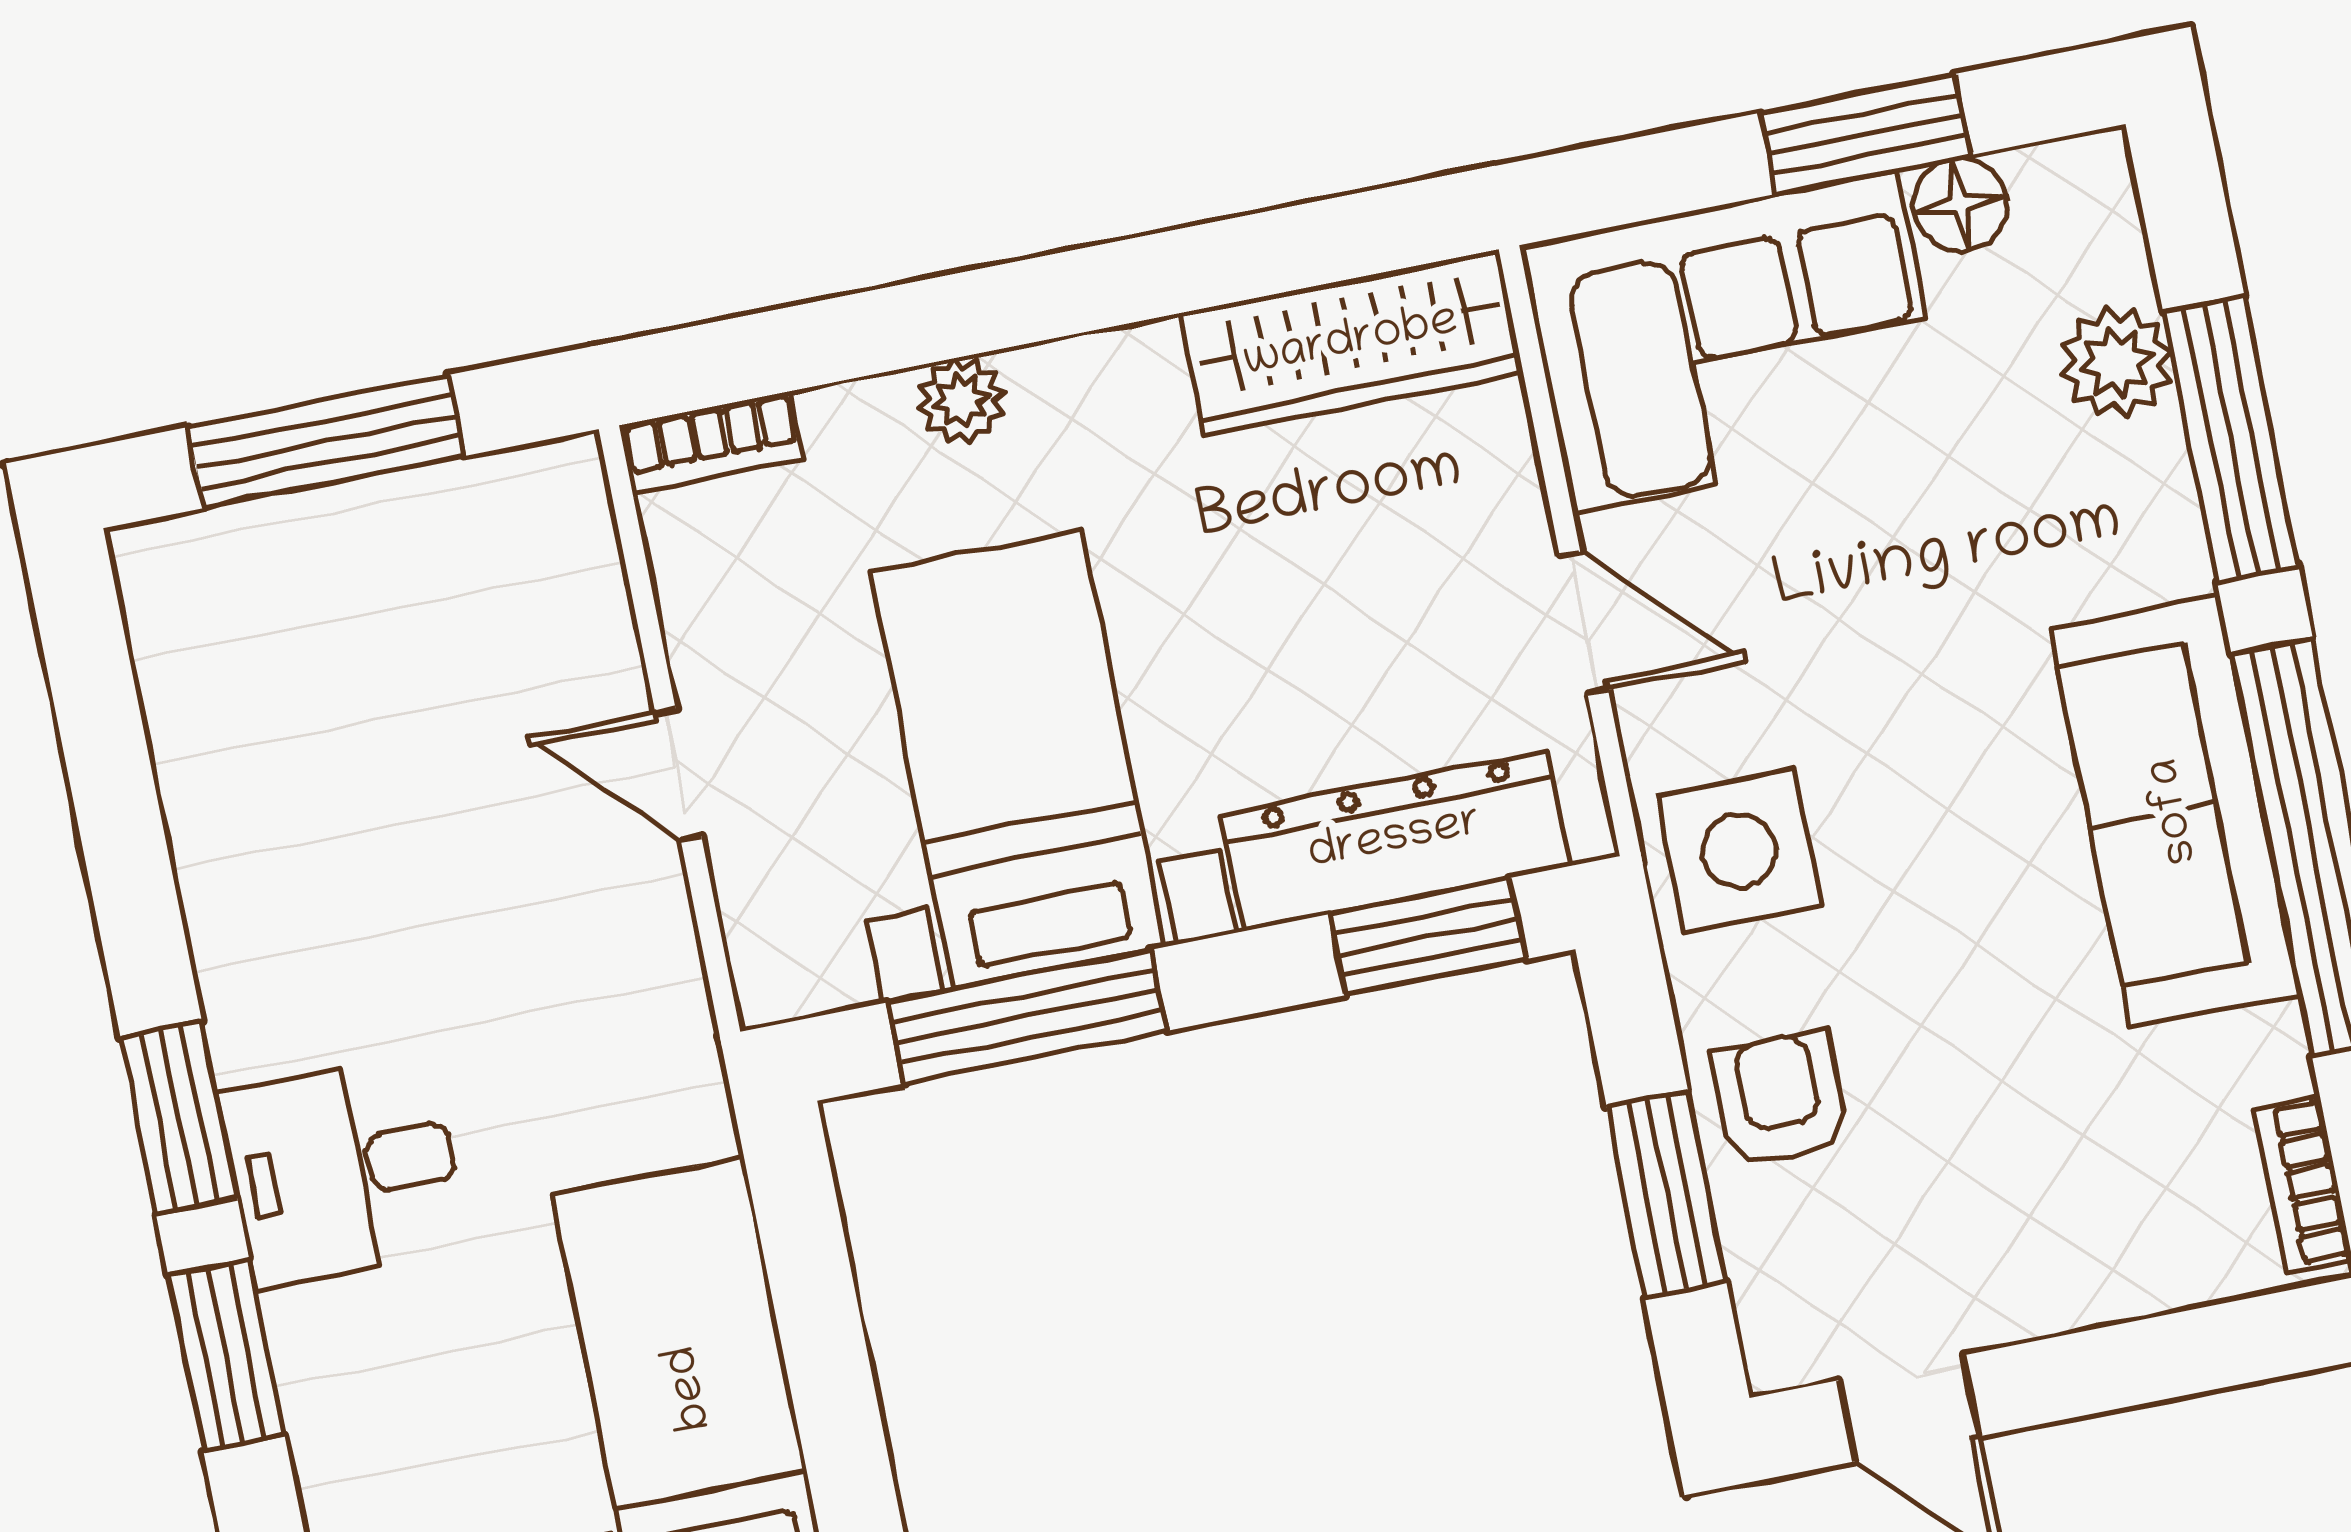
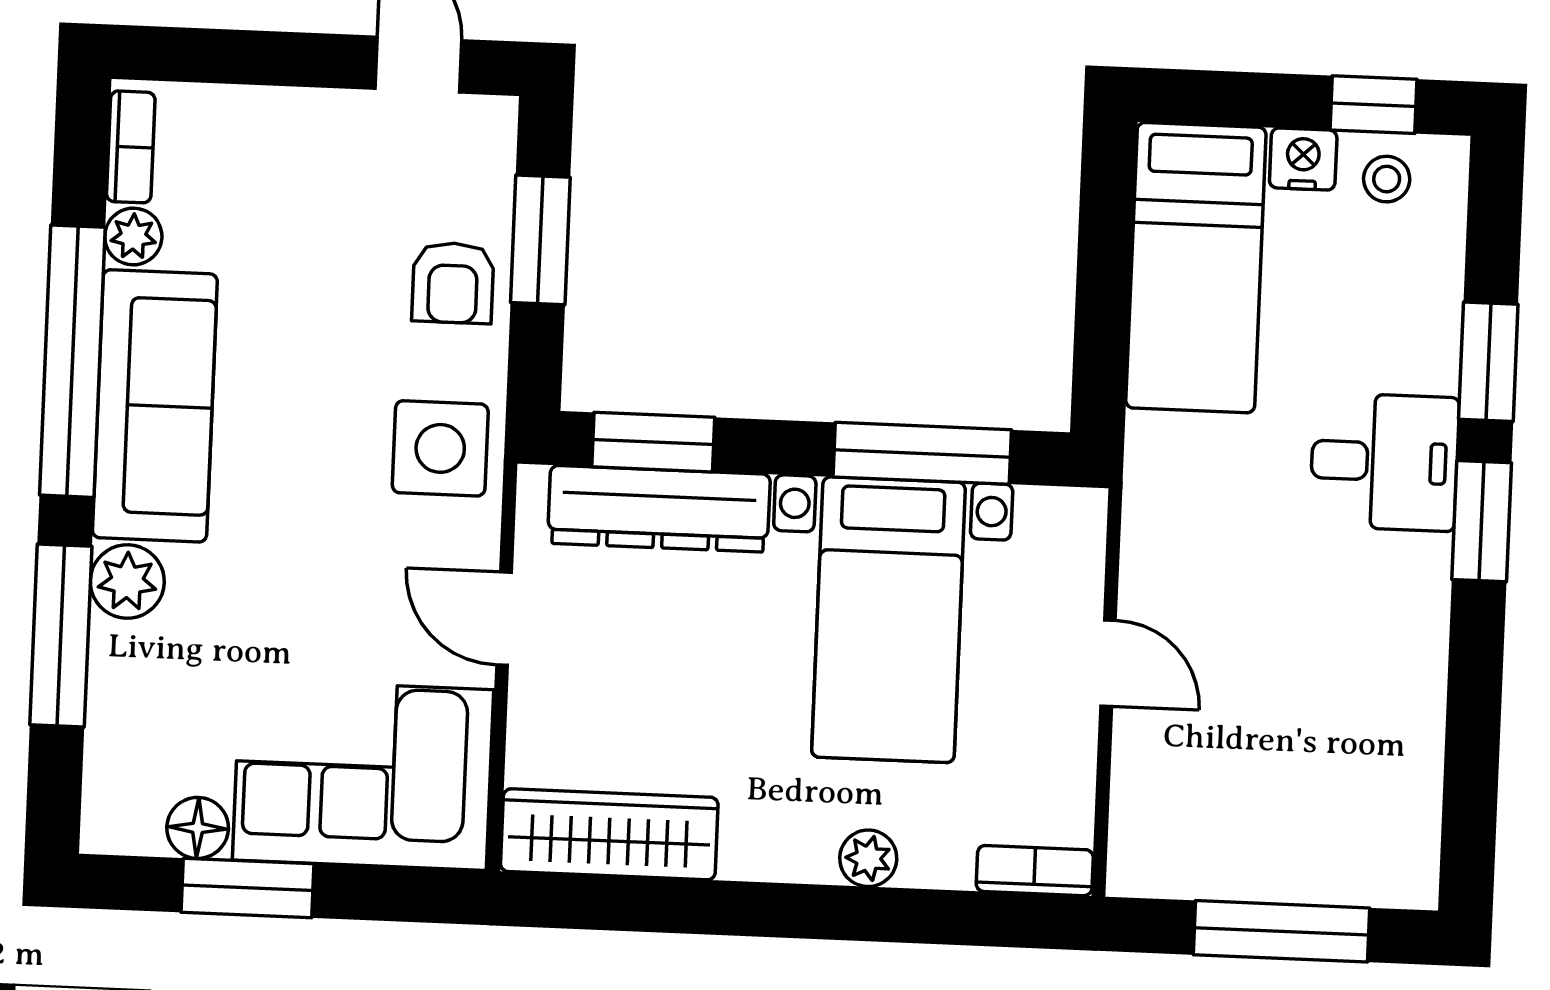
plant: (2116, 363) -> (127, 581), moved
plant: (2267, 1053) -> (133, 237), added

